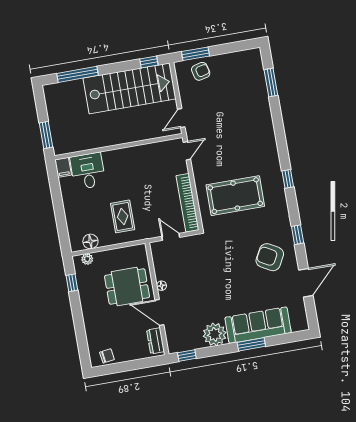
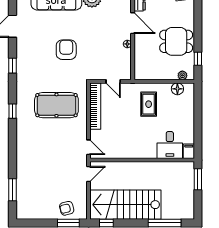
door: (187, 151) -> (89, 147), swing flipped
armchair: (270, 257) -> (66, 50), moved, turned -119
dining table: (127, 287) -> (176, 41), moved

